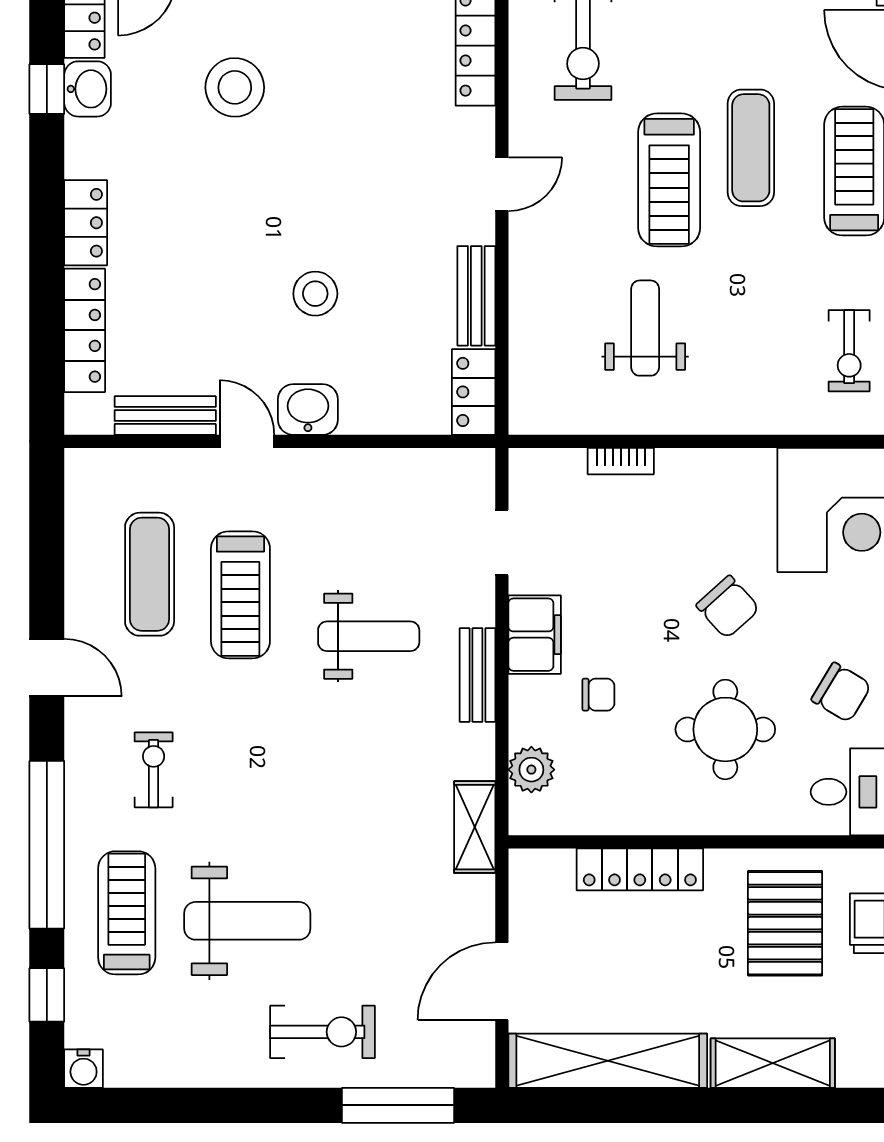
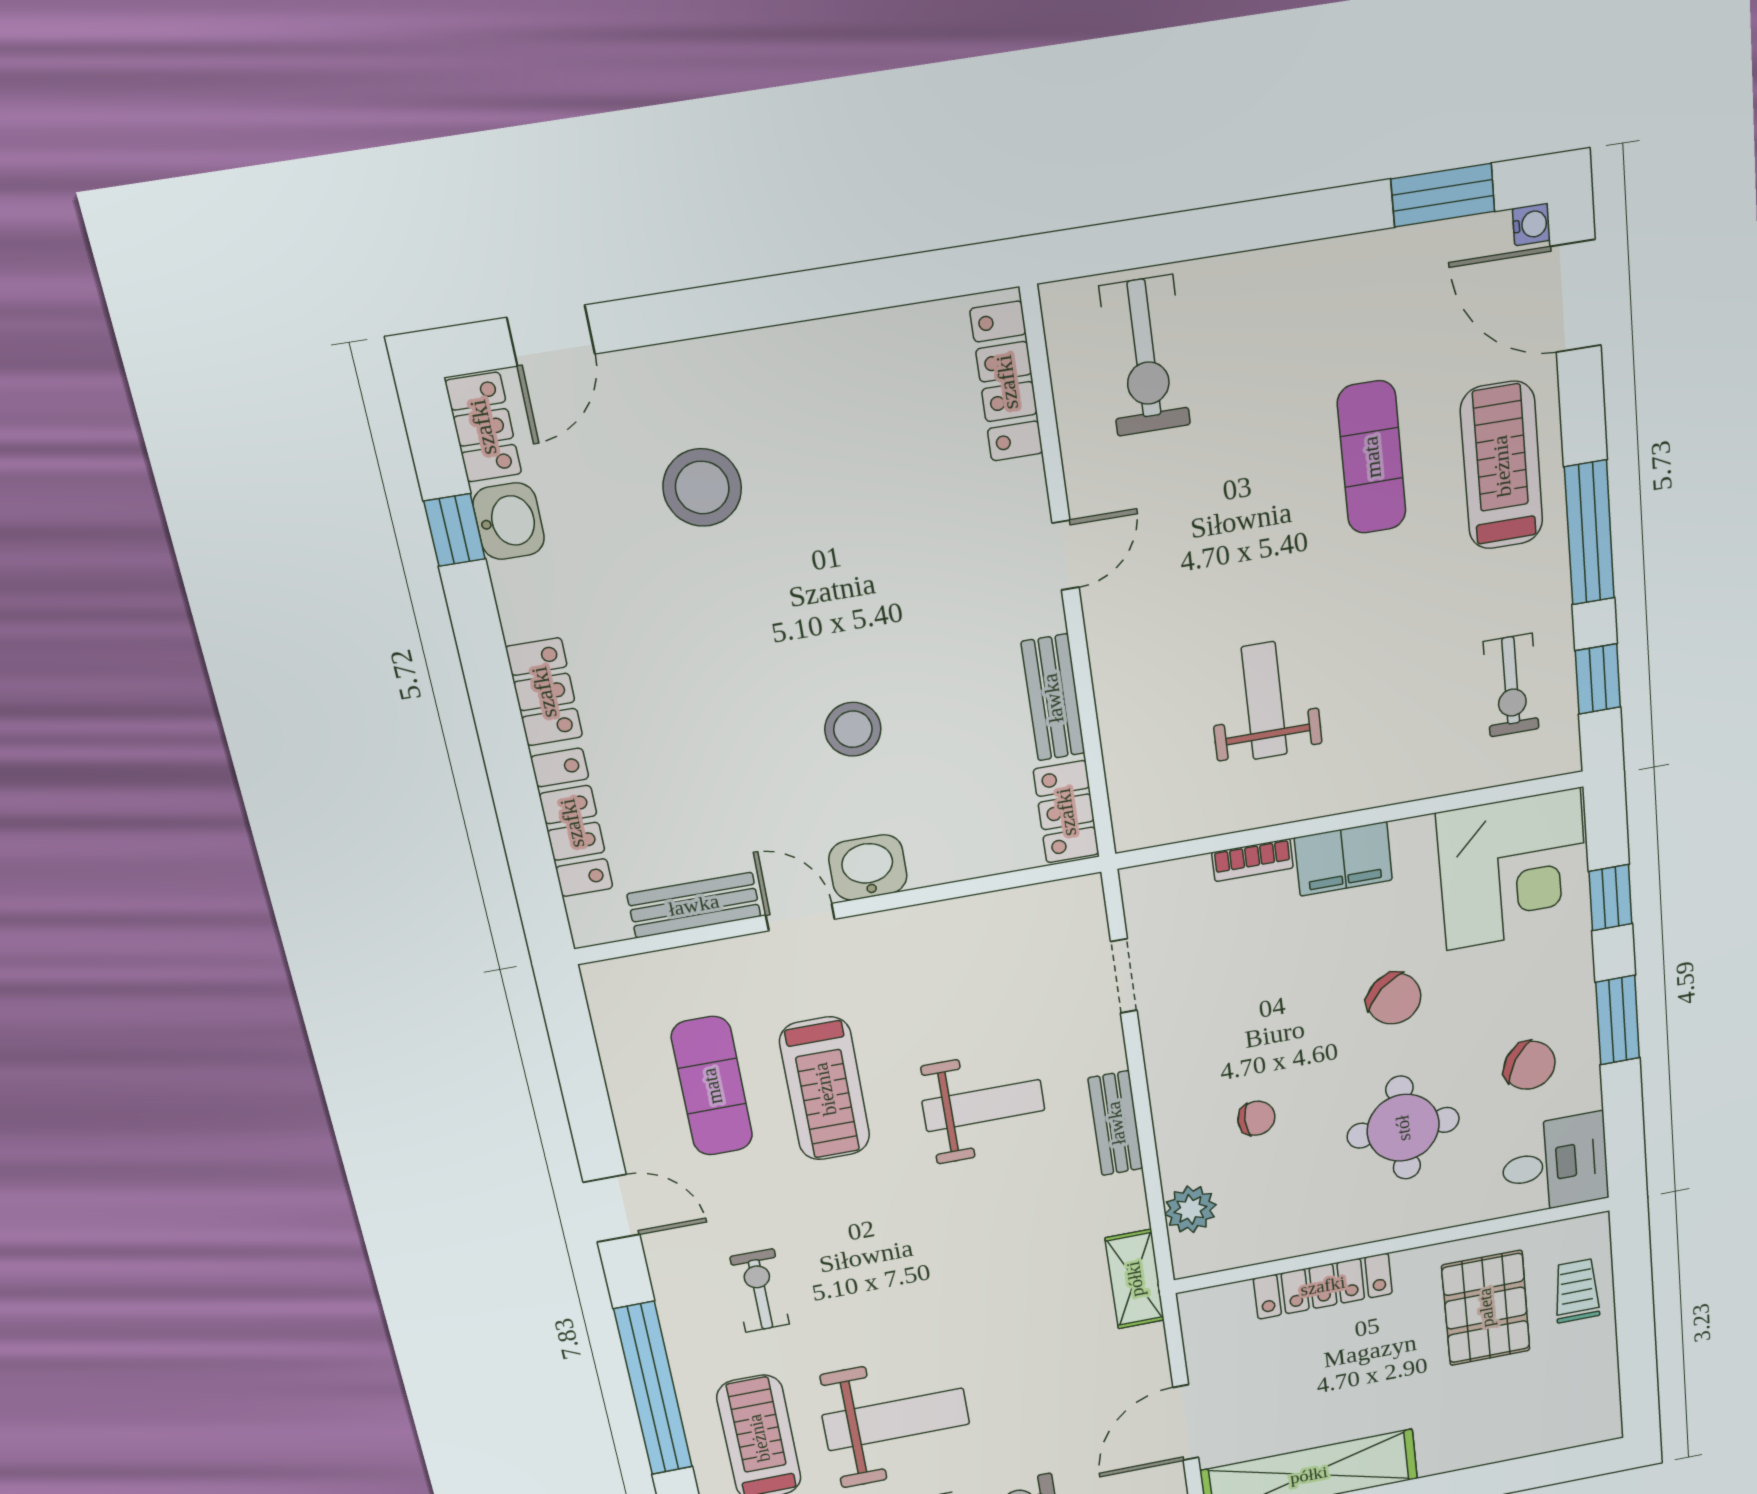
treadmill: (669, 180) -> (1274, 515), removed
filing cabinet: (535, 635) -> (1343, 859), moved, turned 90
shelving: (773, 1063) -> (1484, 1442), removed

